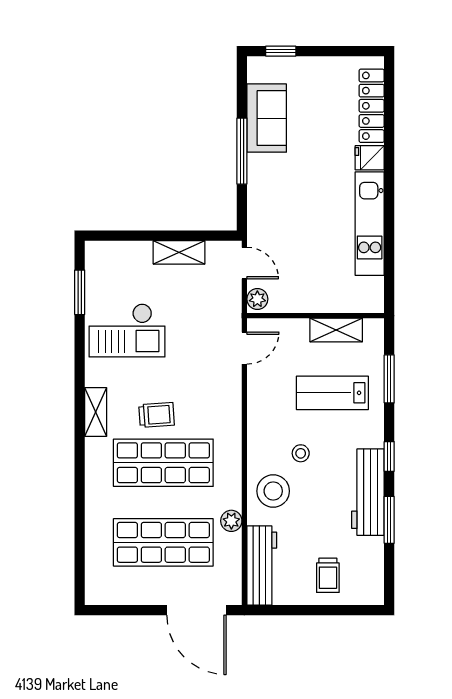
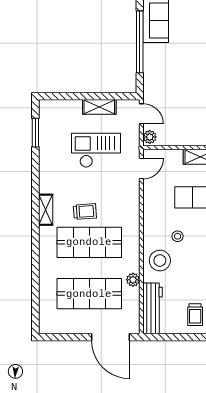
window: (242, 151) -> (140, 42), width x1.46
checkout: (127, 330) -> (96, 150), moved, turned 180

